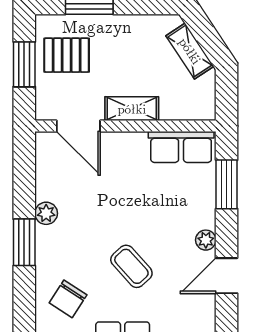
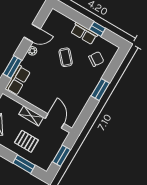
pallet: (67, 55) -> (26, 141), moved
row of seats: (181, 147) -> (18, 80), moved, turned 90
plant: (46, 213) -> (86, 96), removed

